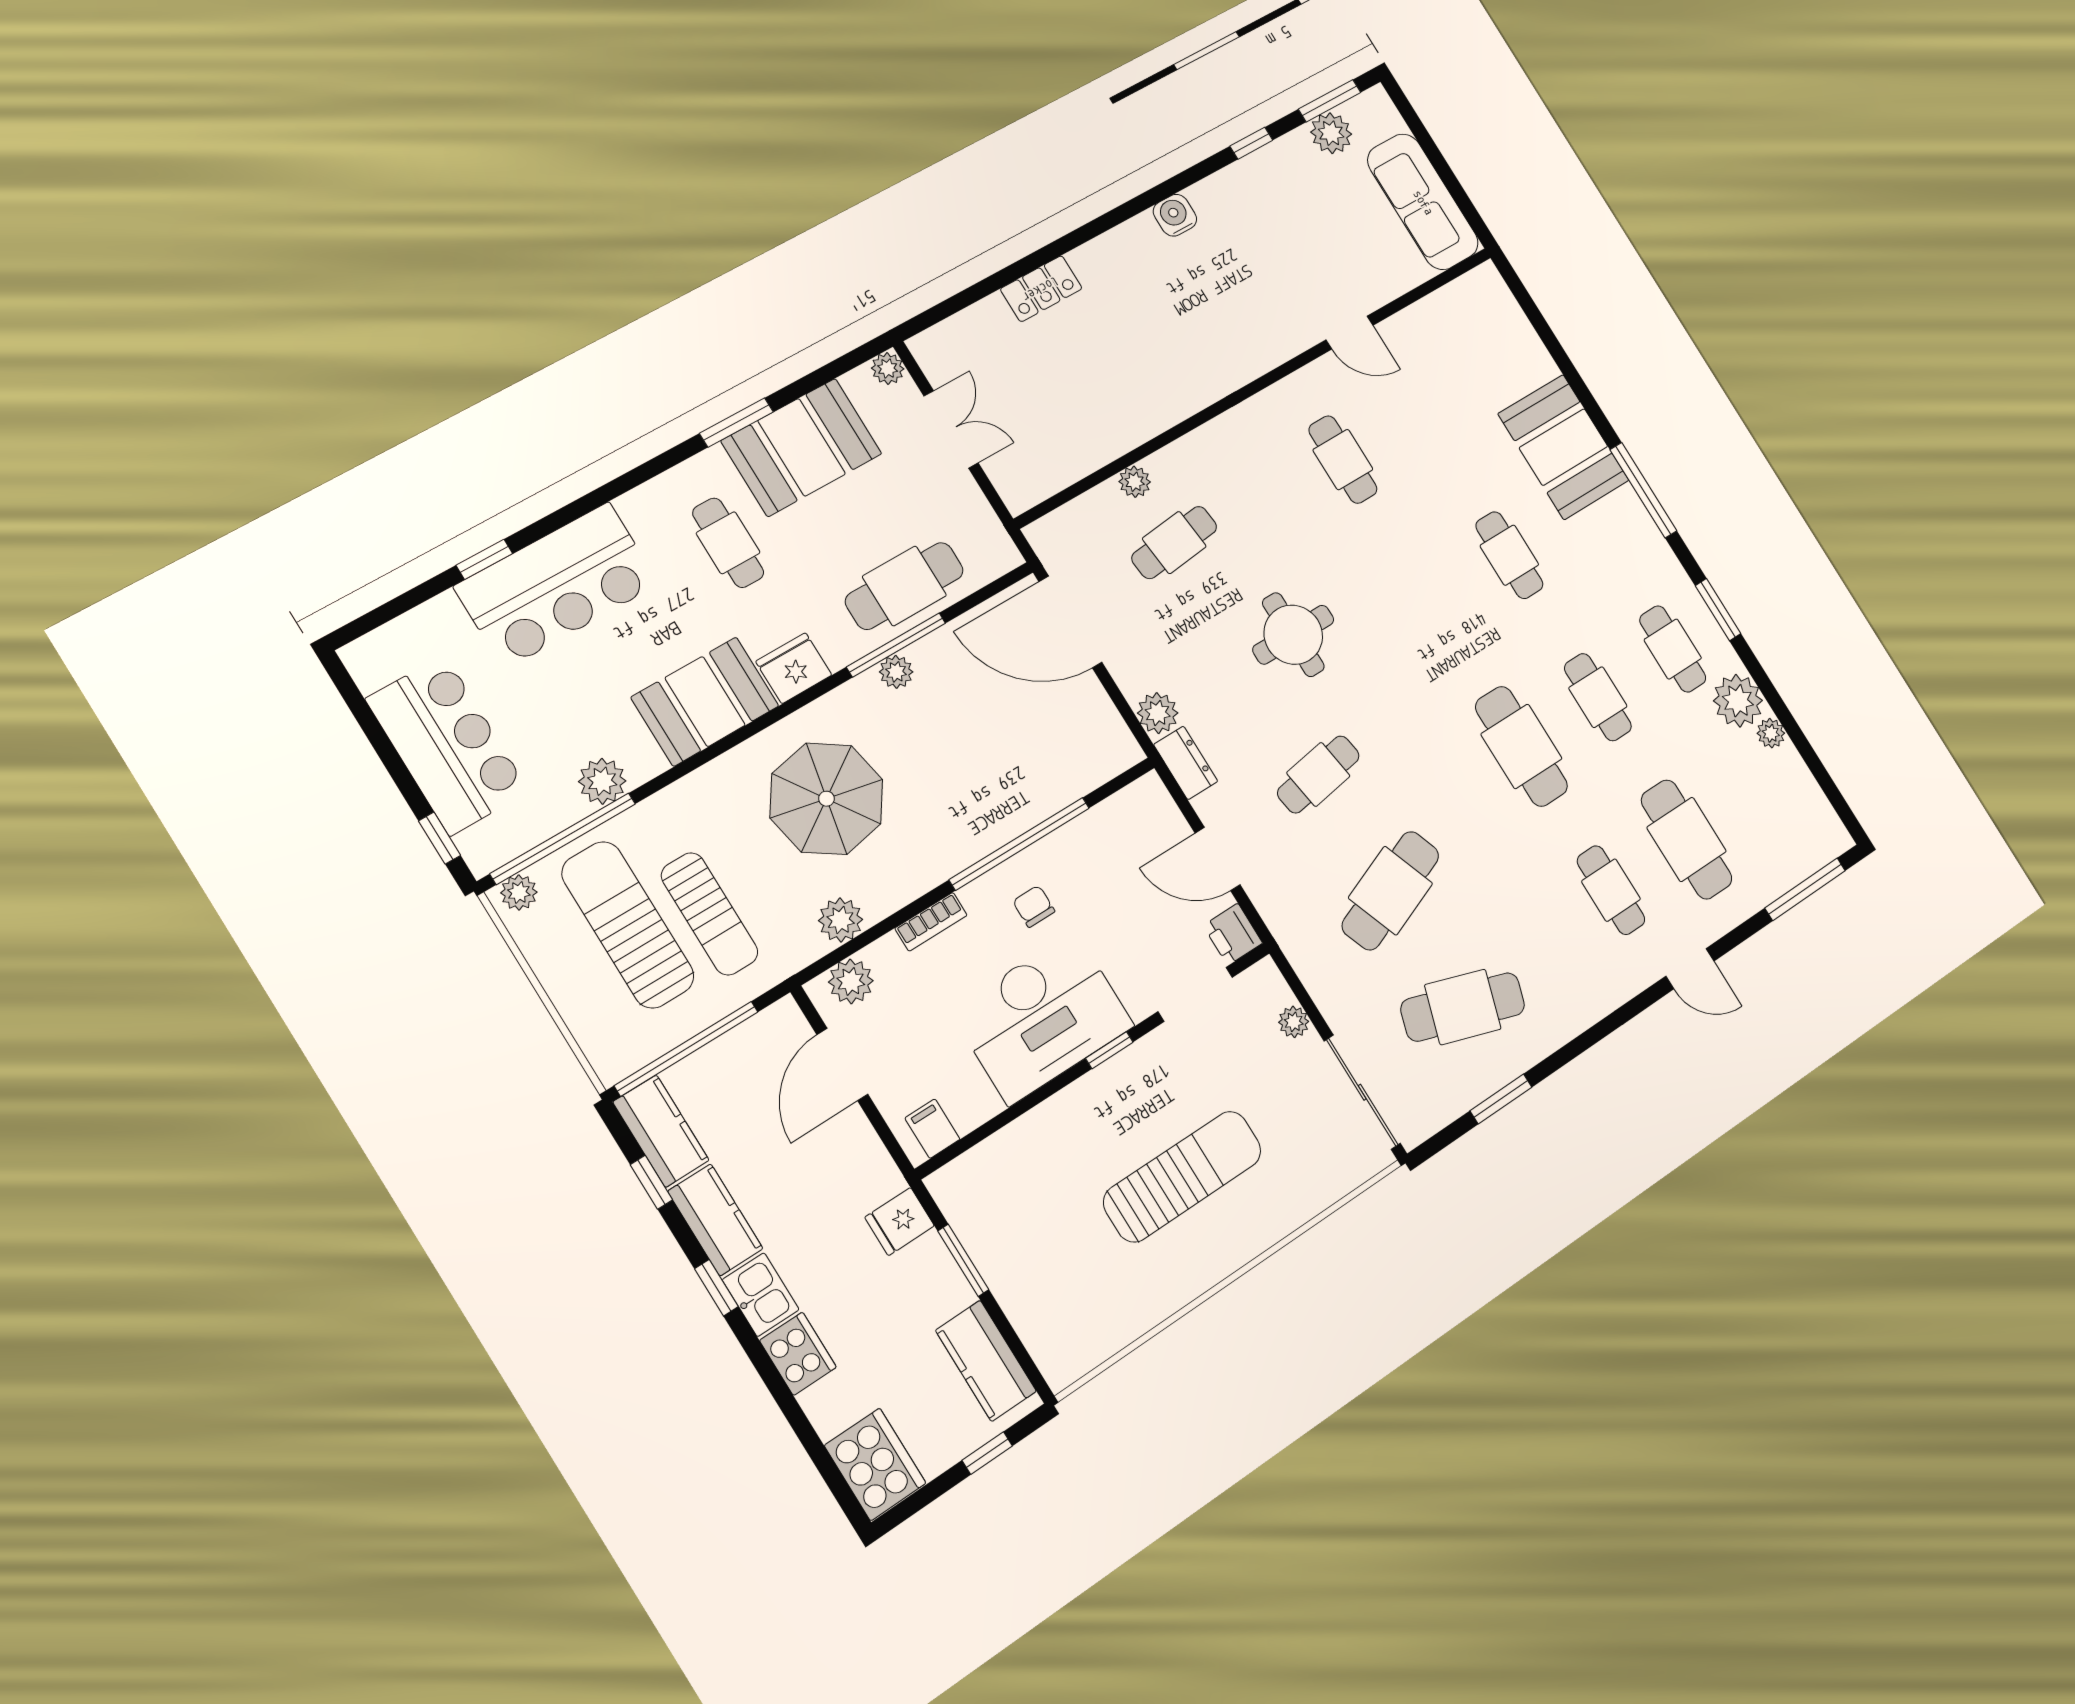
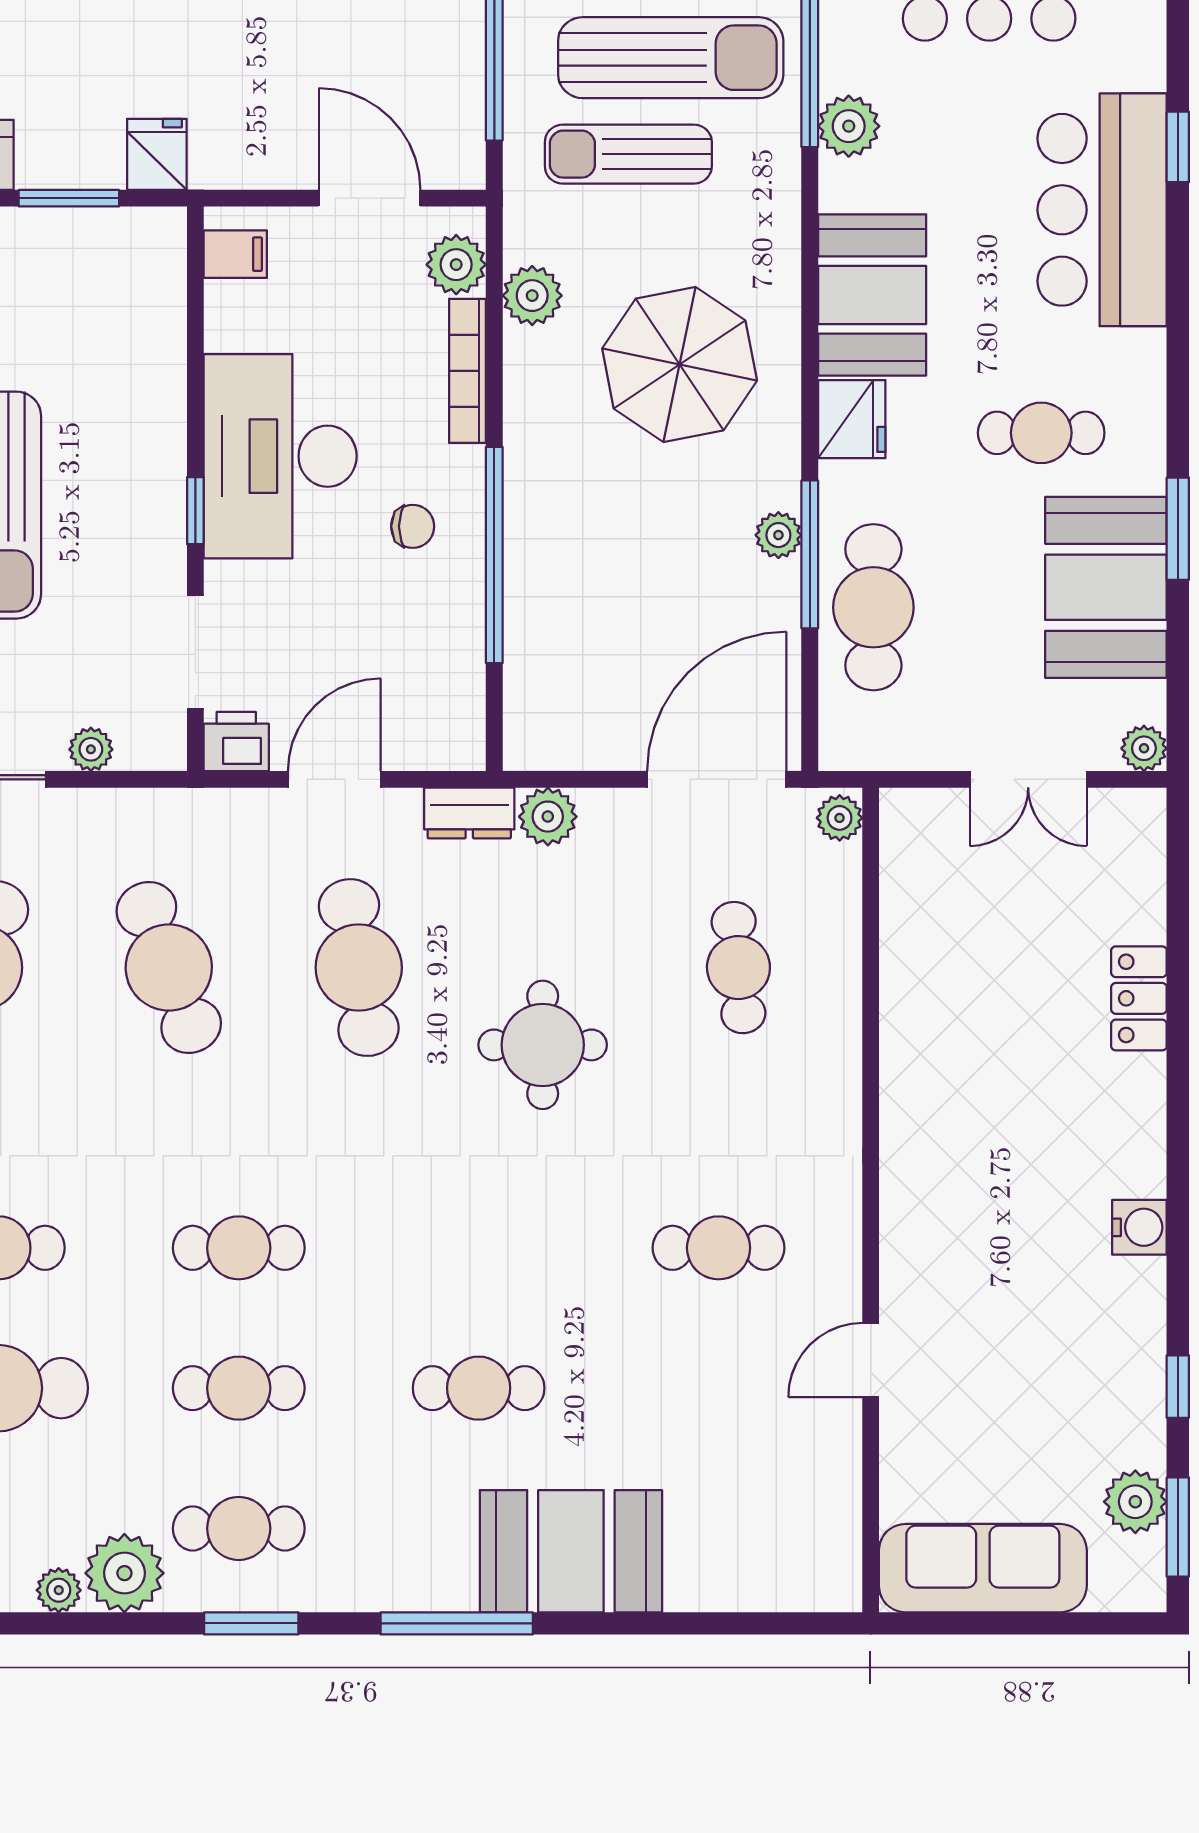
plant: (1135, 482) -> (840, 818), moved
cafe table: (1521, 746) -> (239, 1248), width x0.73, depth x0.74
cafe table: (1318, 774) -> (359, 968), width x1.37, depth x1.35
bookcase: (931, 922) -> (468, 371), width x1.56

